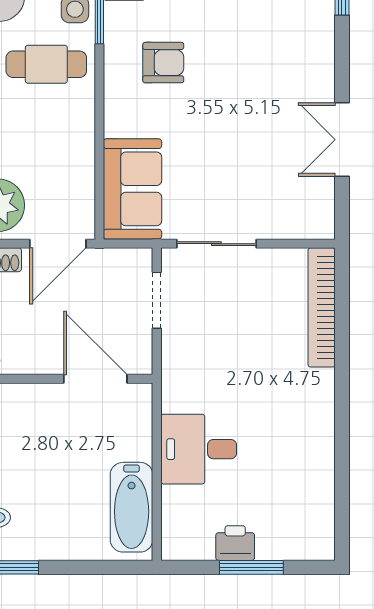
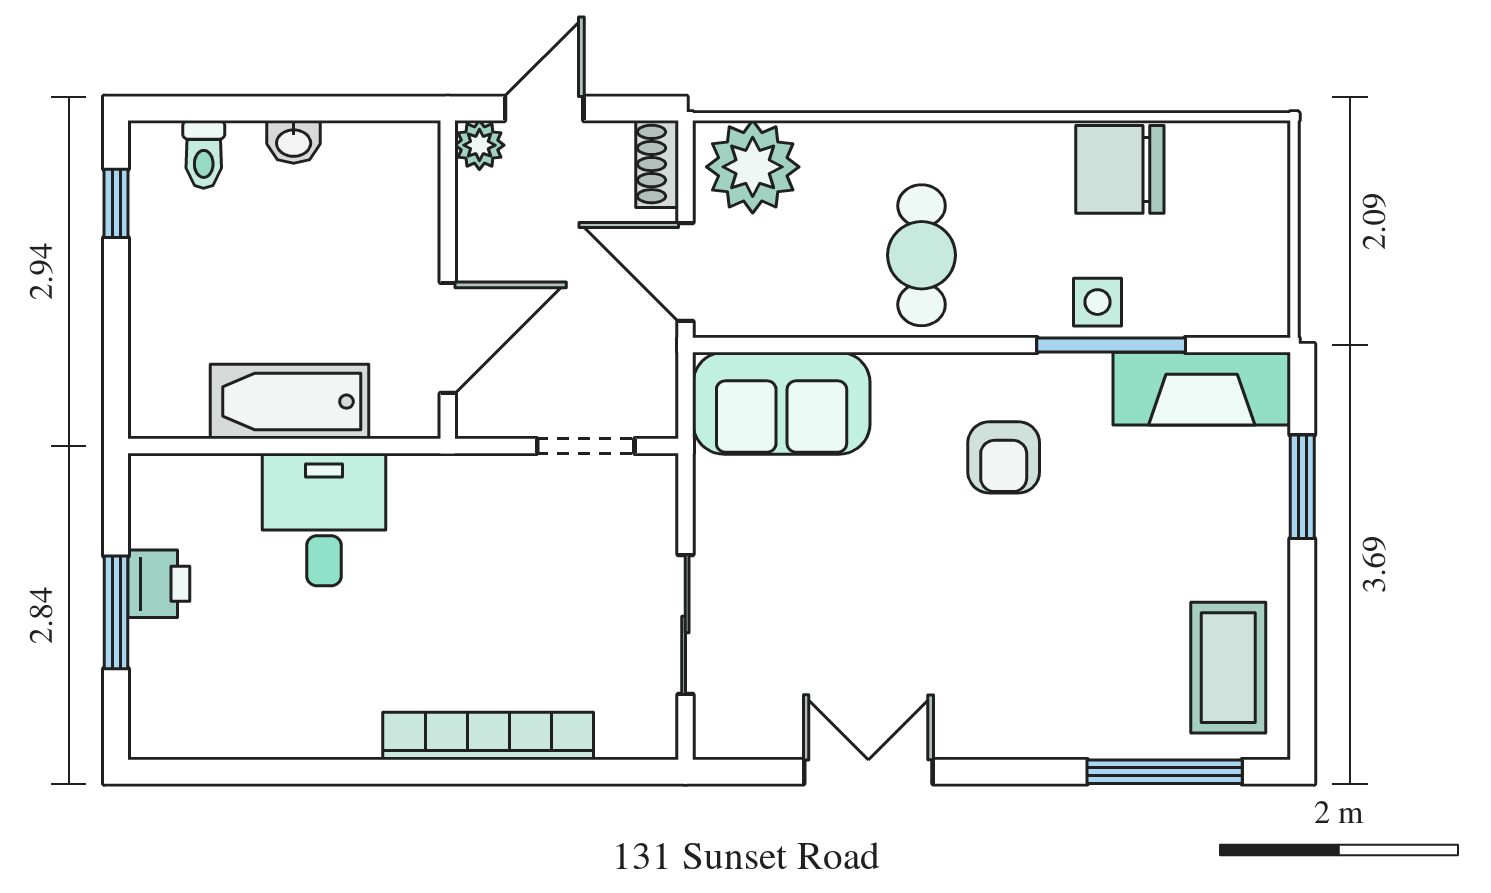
cafe table: (46, 64) -> (922, 255), moved
sliding door: (216, 244) -> (685, 625), moved
bookcase: (322, 307) -> (488, 736), moved
bathtub: (132, 507) -> (289, 402), moved

